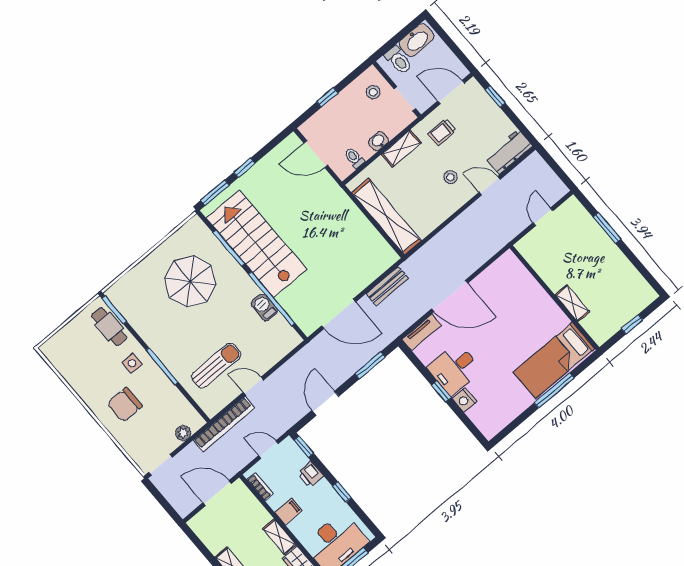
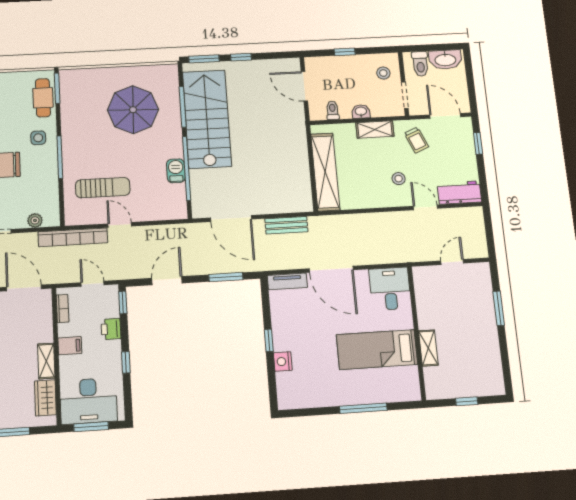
trolley: (442, 132) -> (416, 140), turned -113
bed: (554, 360) -> (377, 350), moved
desk: (455, 369) -> (390, 289), moved, turned 90

